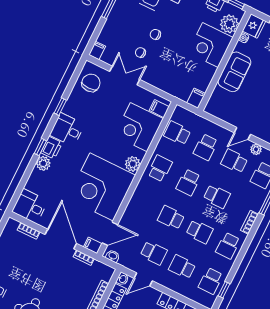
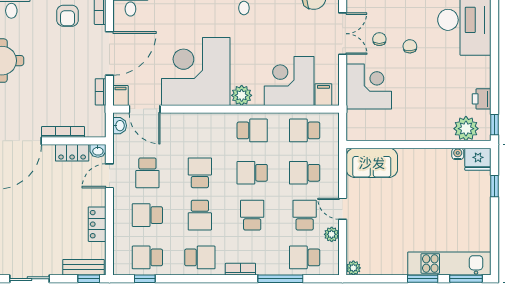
corner desk: (210, 45) -> (369, 87), moved, turned 90
sofa: (234, 72) -> (372, 163), moved
filing cabinet: (196, 98) -> (357, 132), removed
school desk: (177, 133) -> (305, 130), turned -90
school desk: (217, 196) -> (252, 215), turned 180
school desk: (228, 246) -> (200, 257), turned 180
armchair: (21, 255) -> (68, 16), added
school desk: (182, 267) -> (147, 215), turned -90
door: (143, 280) -> (109, 176), hinge flipped

